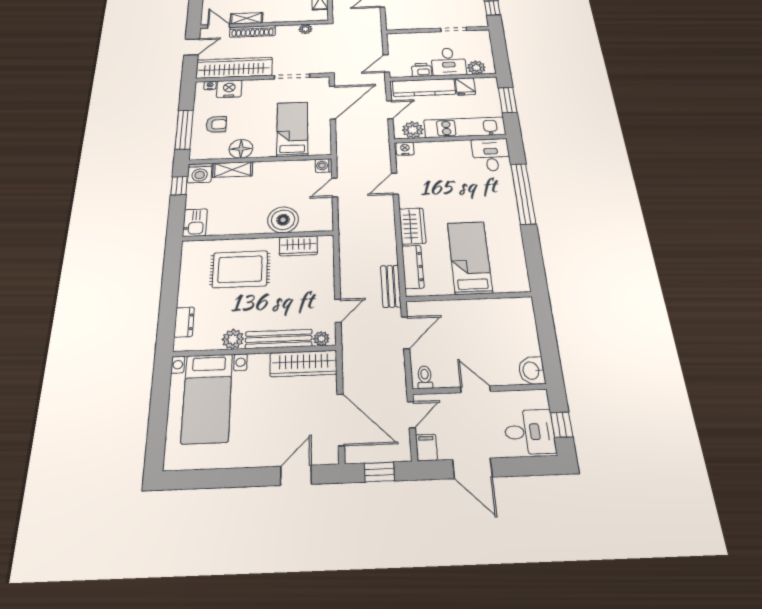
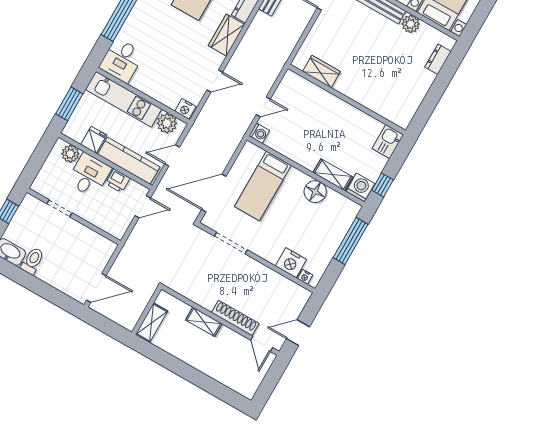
shelving: (246, 18) -> (204, 322), moved
plant: (305, 29) -> (188, 291), removed
wardrobe: (234, 68) -> (274, 284), removed
armchair: (216, 124) -> (322, 230), removed
boiler: (283, 220) -> (320, 102), removed
rug: (240, 269) -> (375, 78), removed

